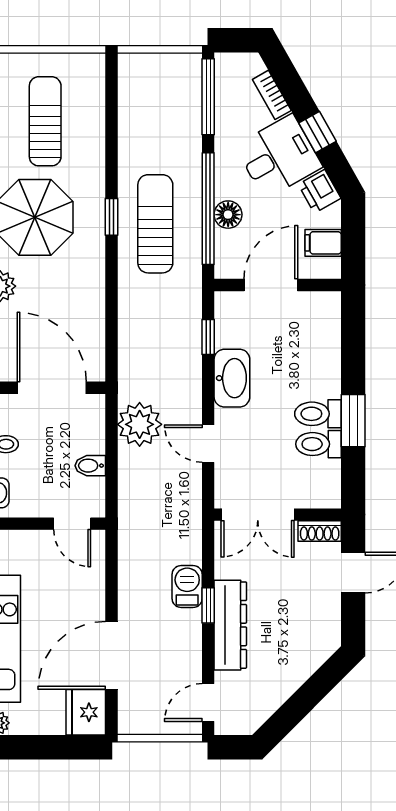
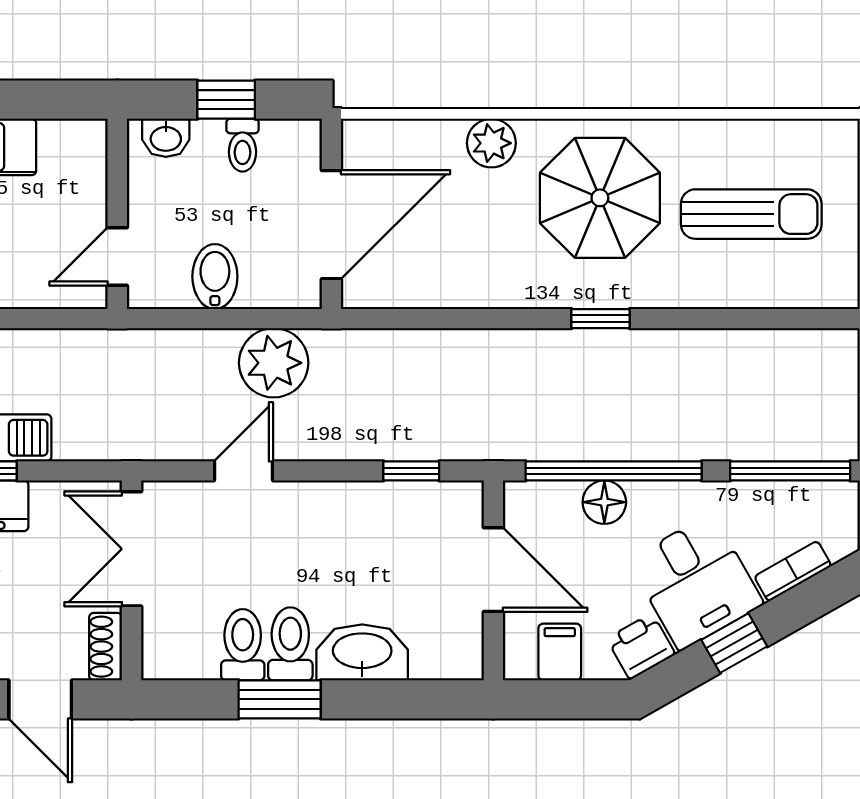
sun lounger: (155, 224) -> (590, 388), removed
washbasin: (232, 378) -> (362, 652), moved, turned 180
bidet: (90, 466) -> (215, 277), width x1.38, depth x1.36

